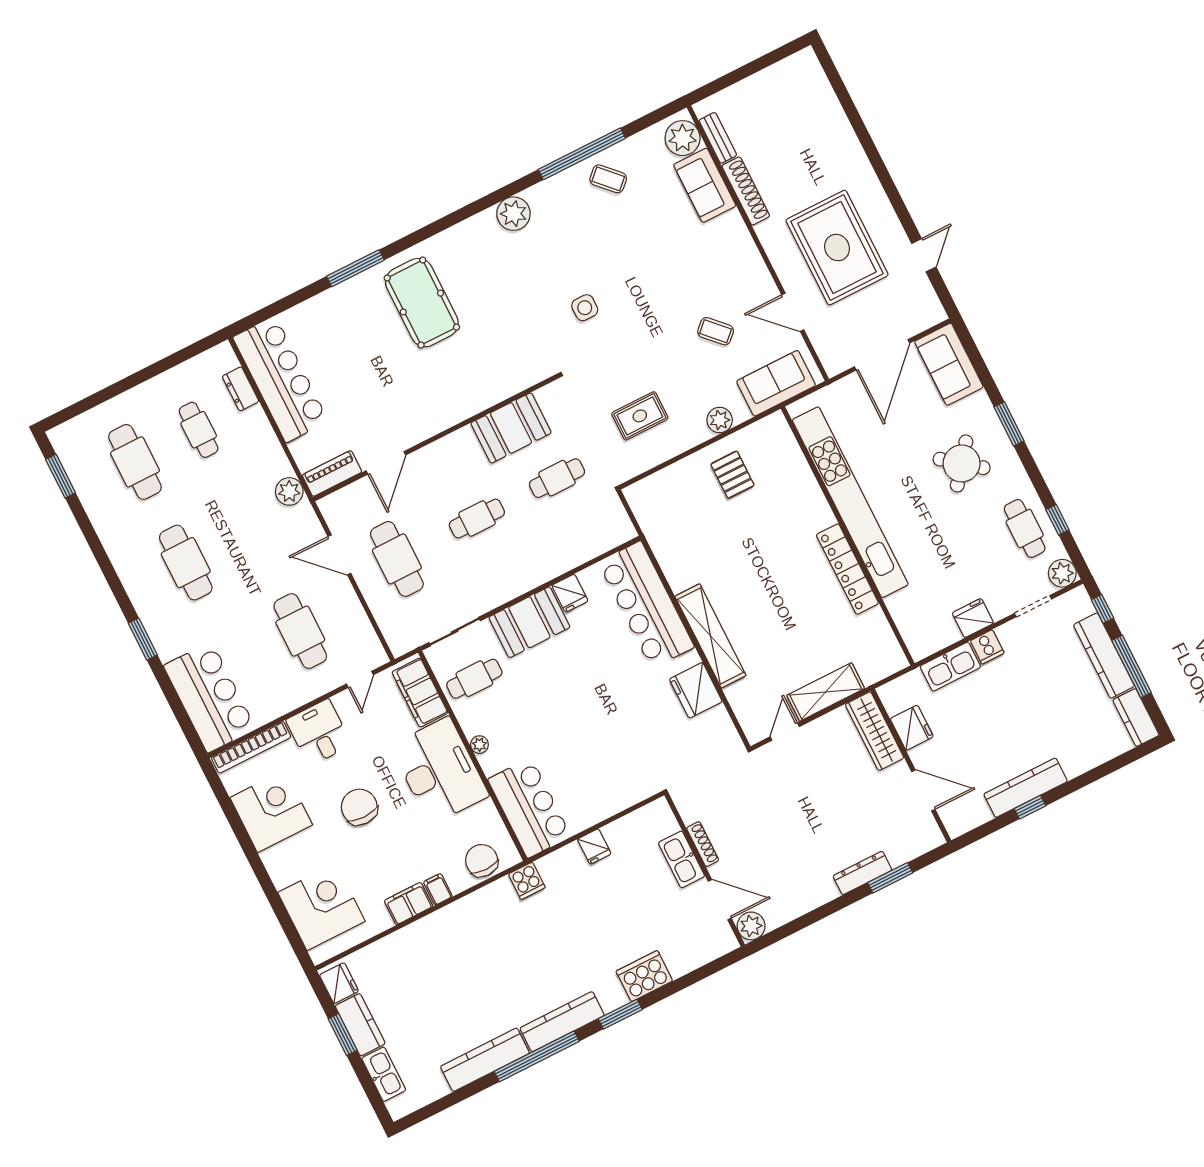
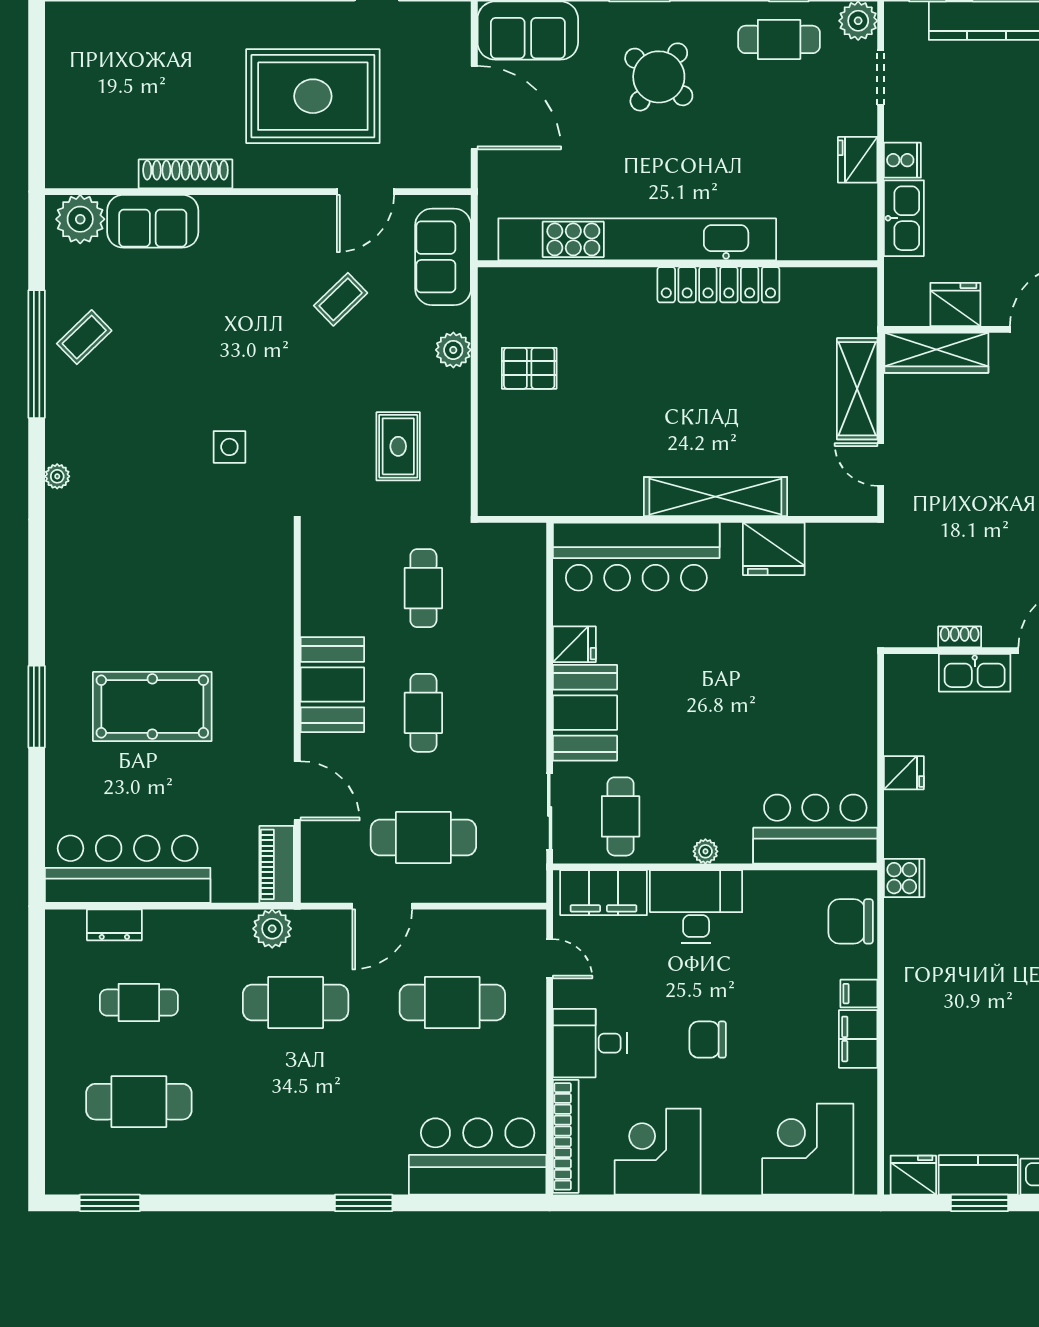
bench: (718, 138) -> (102, 175), removed
plant: (513, 214) -> (57, 476), width x0.53, depth x0.53
pool table: (422, 303) -> (152, 706), moved
booth: (511, 428) -> (332, 685), moved
cafe table: (186, 563) -> (296, 1003), moved
desk: (440, 771) -> (696, 906), width x0.73, depth x0.77
chair: (359, 807) -> (708, 1040), width x0.73, depth x0.73
shoe rack: (703, 844) -> (960, 637), width x0.70

